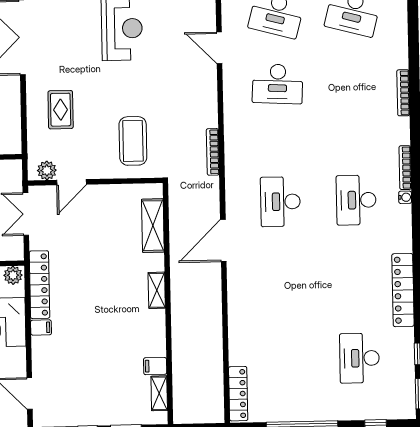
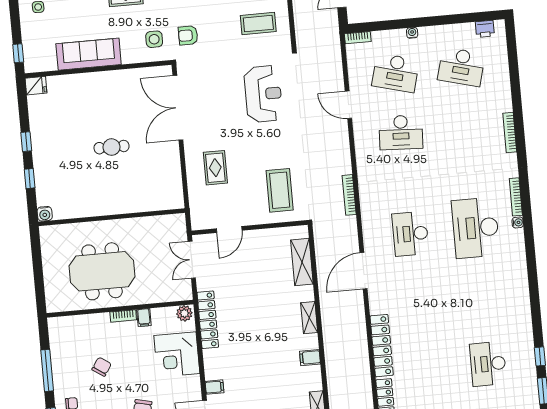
plant: (47, 170) -> (207, 221), removed
desk: (356, 200) -> (476, 228), width x1.36, depth x1.30
locker: (403, 290) -> (382, 346), moved, turned 180
filing cabinet: (41, 327) -> (214, 387), moved
filing cabinet: (155, 366) -> (310, 358), moved

